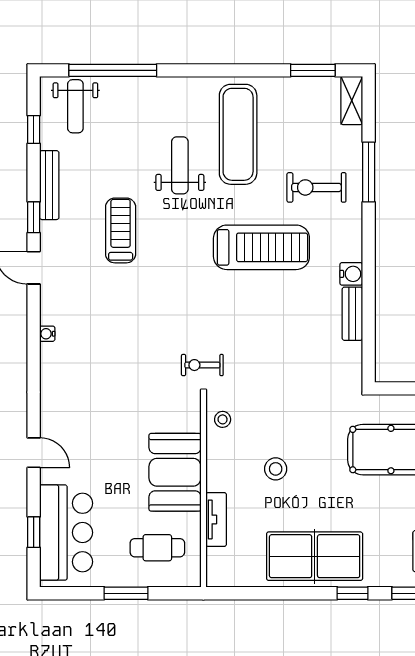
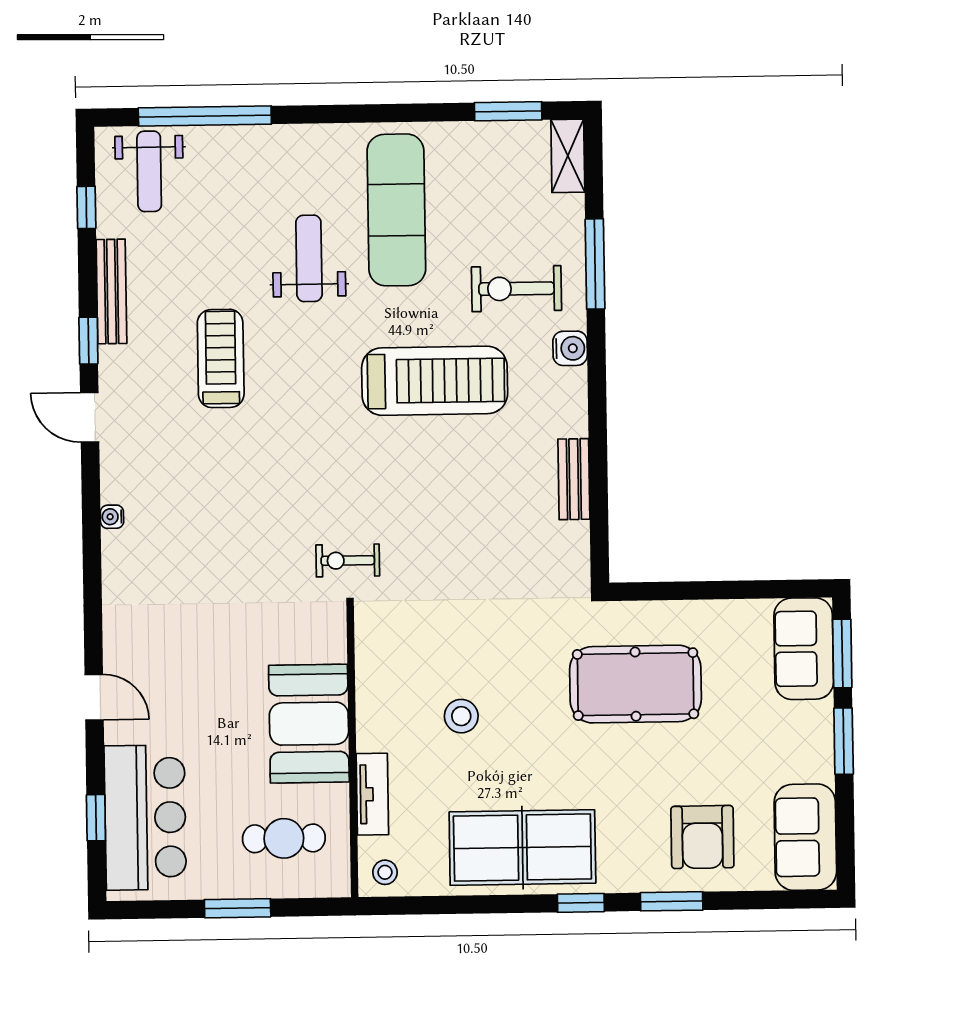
water cooler: (351, 274) -> (570, 348), moved
stool: (223, 419) -> (385, 872), moved

